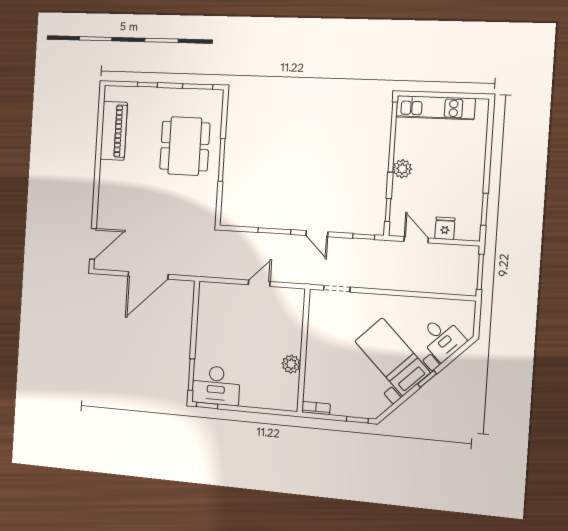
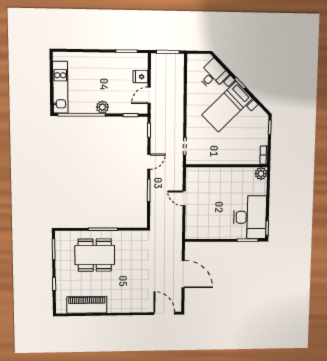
plant: (291, 364) -> (261, 174), moved
desk: (216, 385) -> (250, 217), width x1.36, depth x1.30

